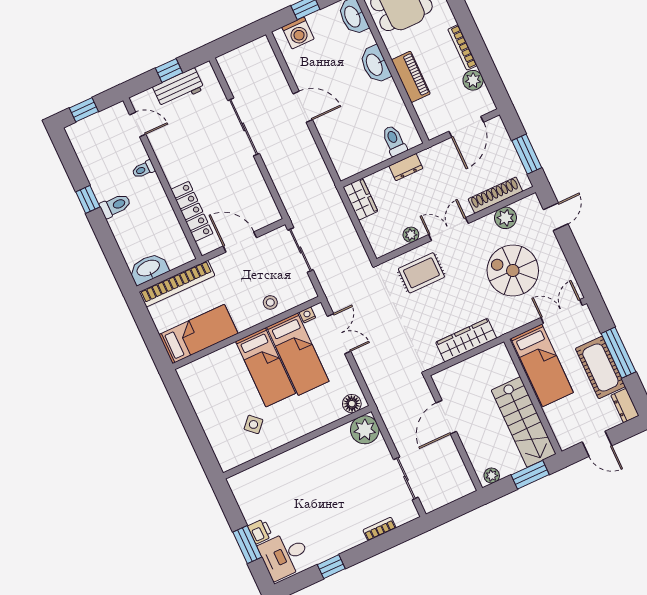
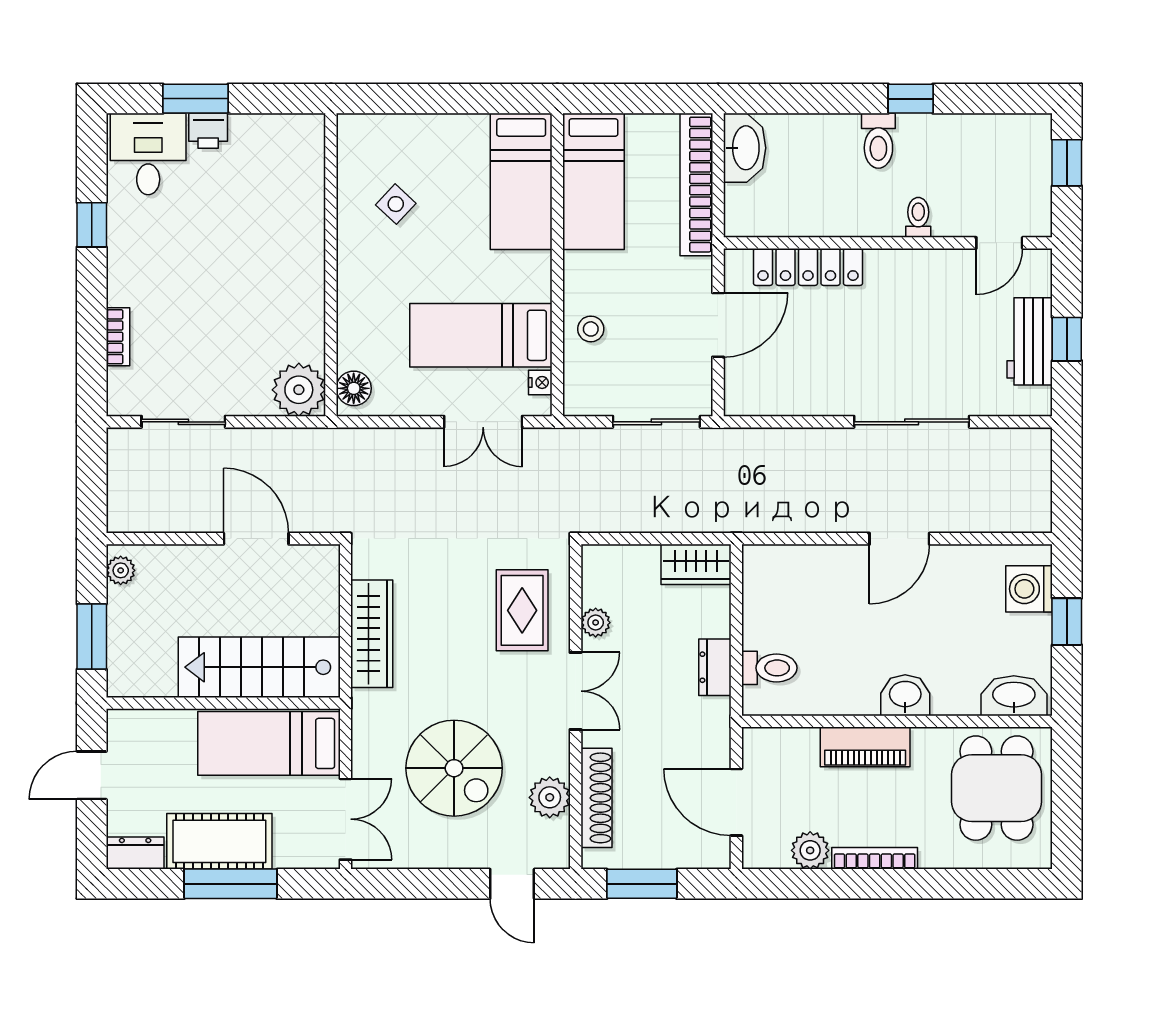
washbasin: (375, 64) -> (905, 695), width x0.72
spiral stairs: (513, 271) -> (454, 768), turned 90
bed: (266, 367) -> (521, 181), moved, turned -90
stairs: (524, 422) -> (259, 667), moved

